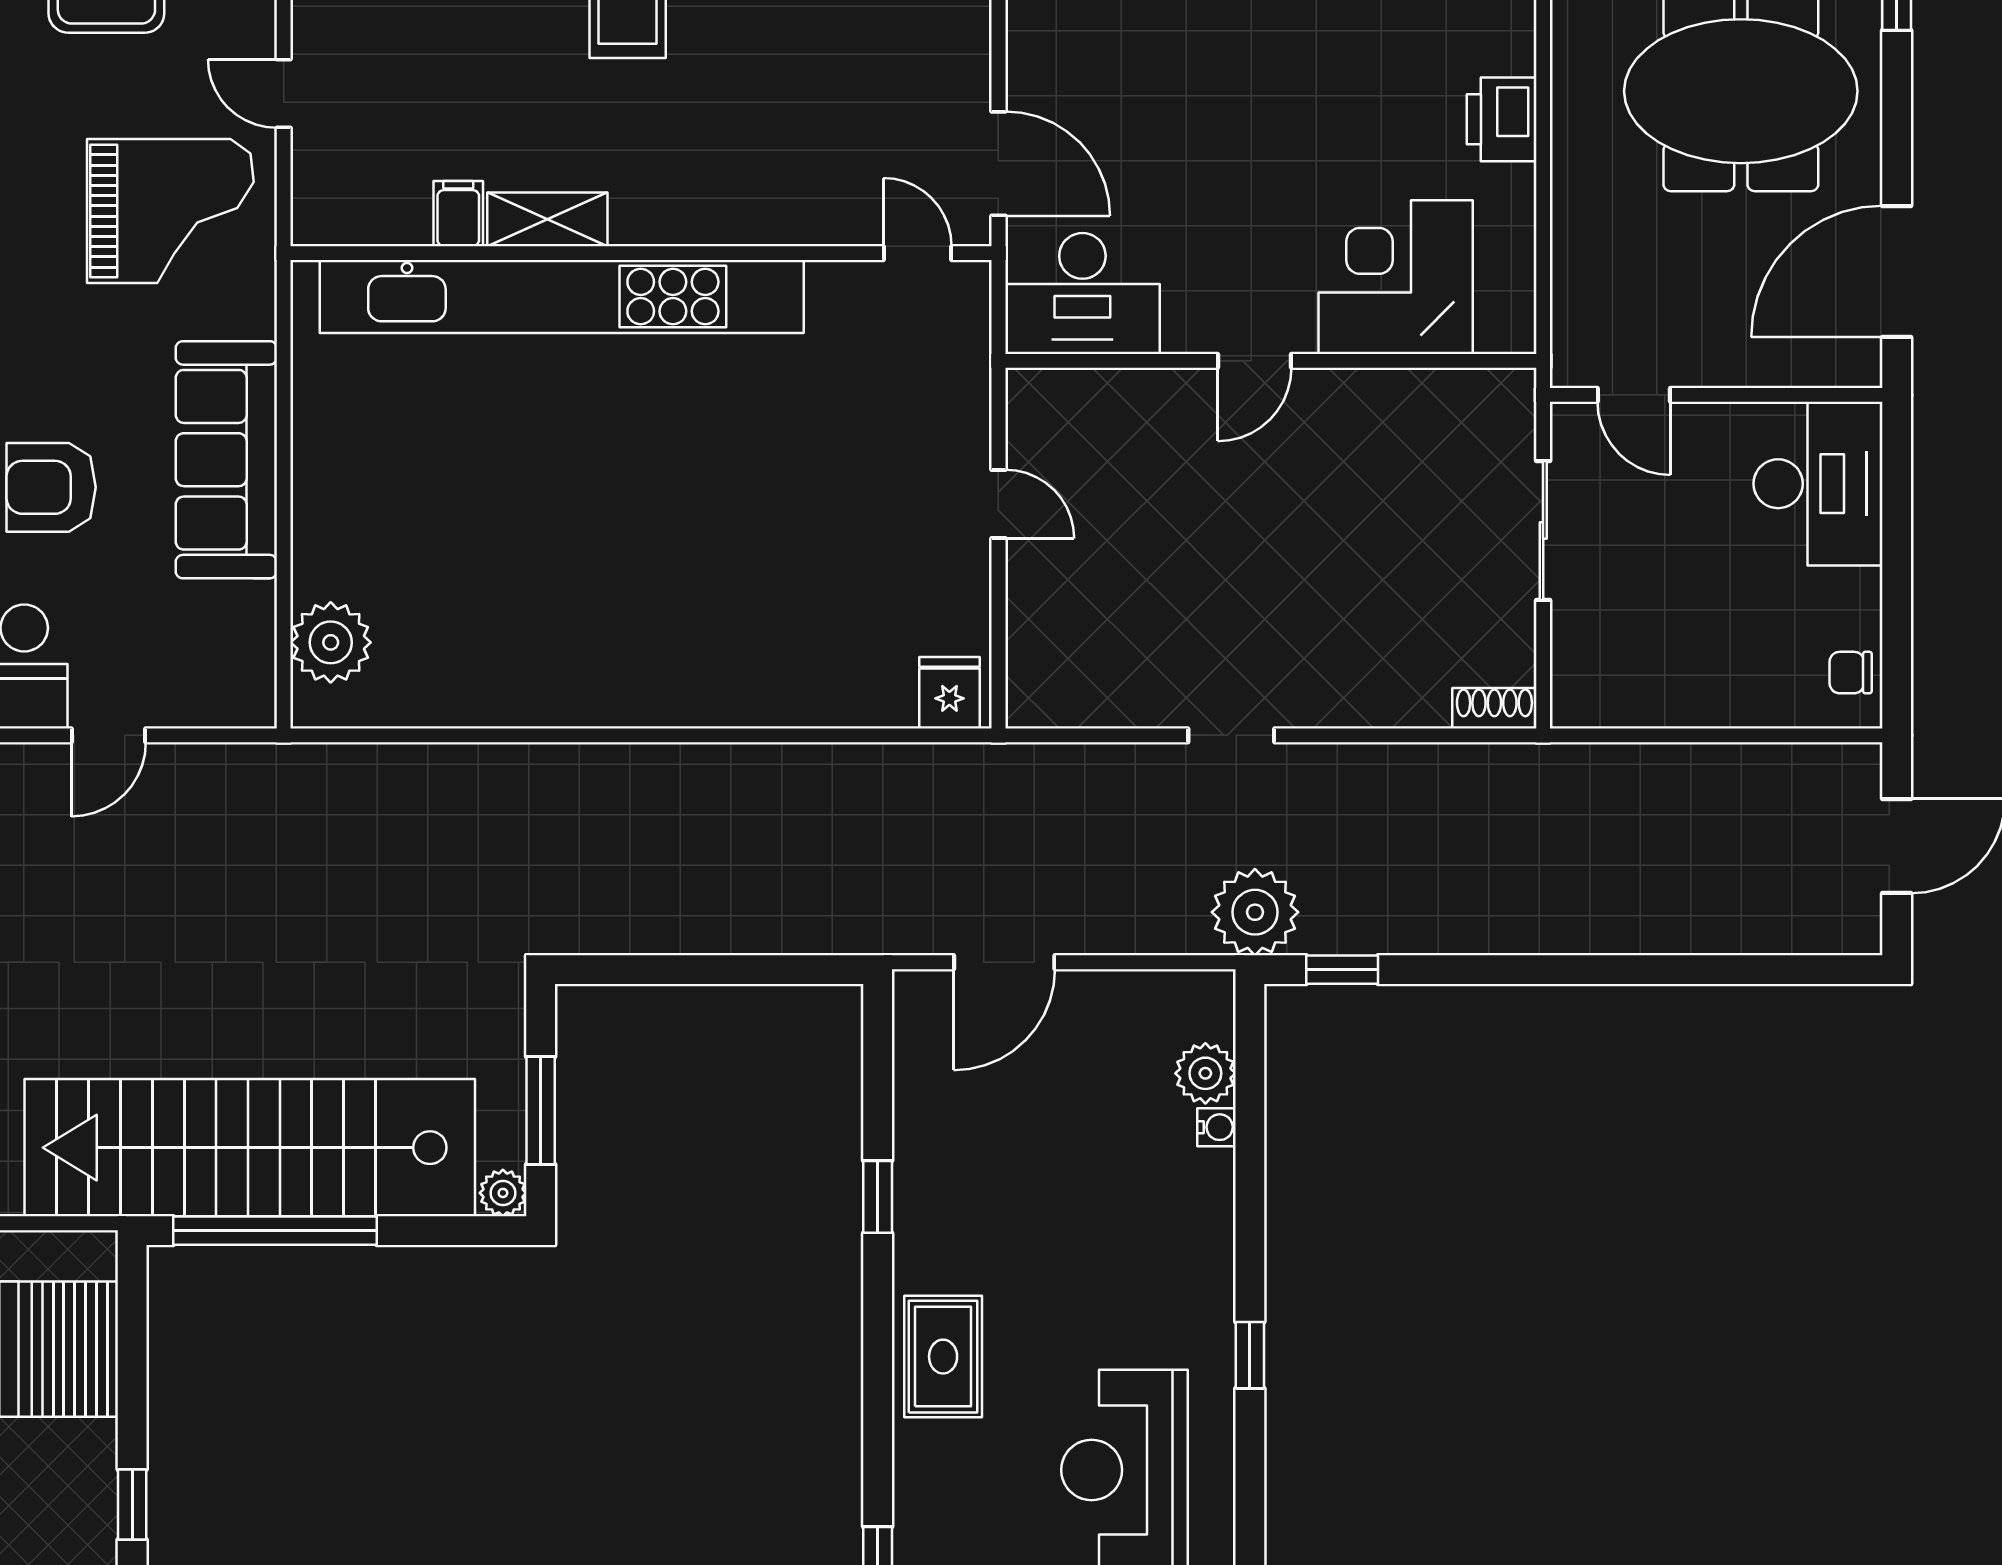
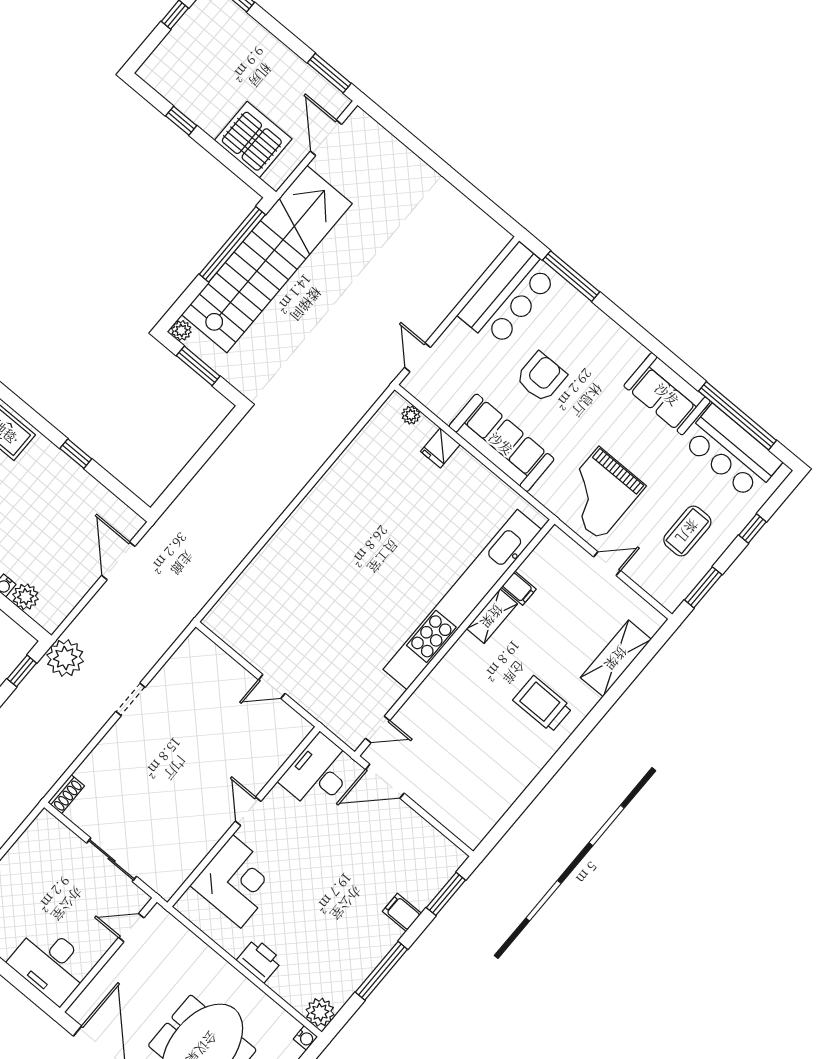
plant: (331, 642) -> (411, 415), width x0.53, depth x0.53
fridge: (949, 693) -> (440, 448), moved, turned 90
door: (108, 735) -> (417, 357), moved

